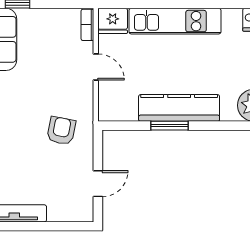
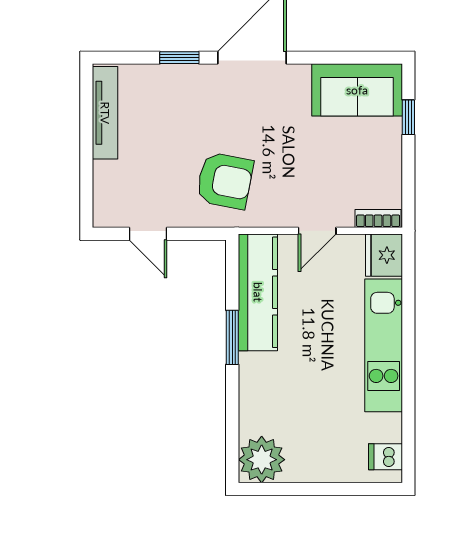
kitchen counter: (179, 108) -> (258, 292), moved
armchair: (61, 131) -> (225, 181), width x1.38, depth x1.38

